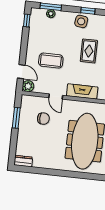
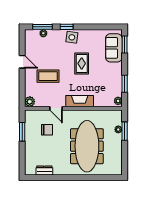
window: (88, 11) -> (67, 27), moved
window: (27, 21) -> (22, 42), removed
door: (21, 72) -> (22, 62), moved
dresser: (23, 161) -> (44, 170), moved

